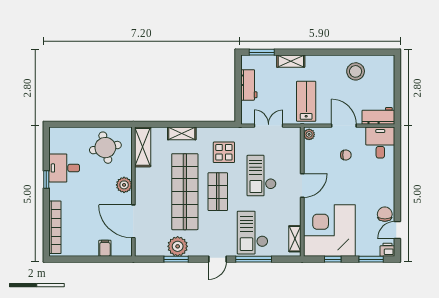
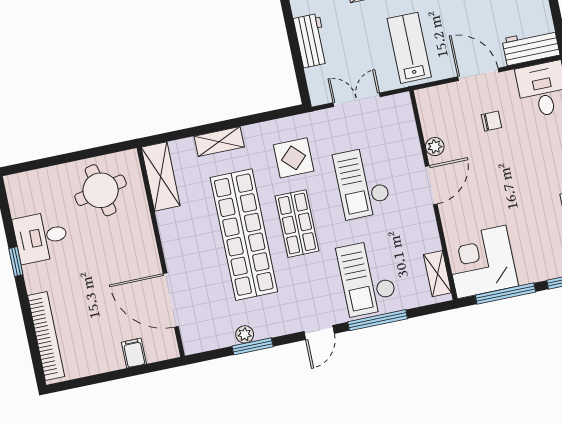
plant: (309, 134) -> (435, 147), moved
plant: (124, 185) -> (143, 244), removed
corner desk: (329, 231) -> (482, 262), width x0.74, depth x0.74
plant: (178, 246) -> (245, 334), width x0.53, depth x0.53
window: (333, 259) -> (505, 294), width x2.17

